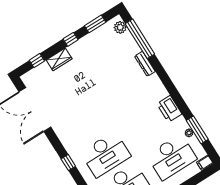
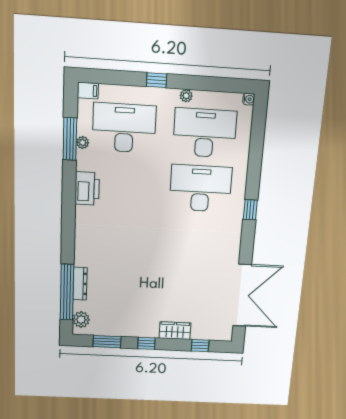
dresser: (145, 64) -> (80, 284), moved

